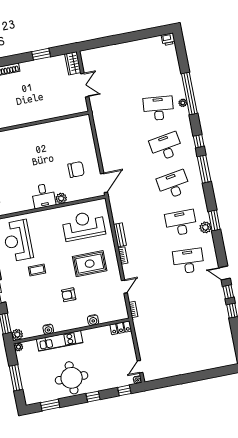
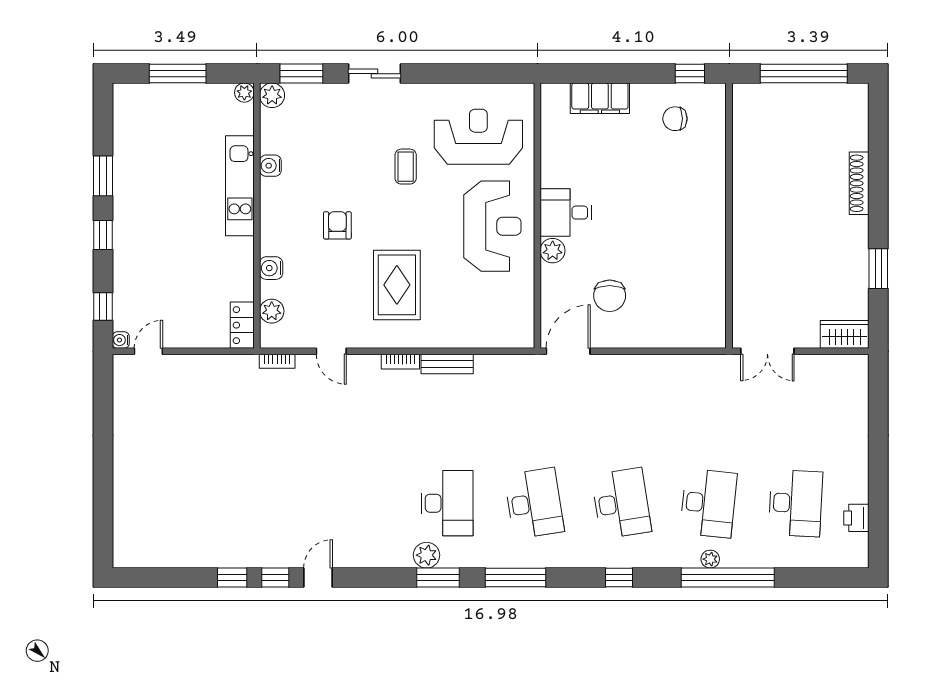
printer: (168, 39) -> (856, 518), moved
double door: (85, 85) -> (767, 351), moved
window: (204, 169) -> (515, 578), moved
door: (104, 183) -> (568, 351), swing flipped
reception desk: (84, 226) -> (492, 226), moved
desk: (188, 261) -> (796, 503), moved
plant: (112, 316) -> (272, 311), added
door: (140, 367) -> (148, 351), hinge flipped
round table: (72, 378) -> (154, 196), removed
window: (50, 405) -> (103, 176), moved

